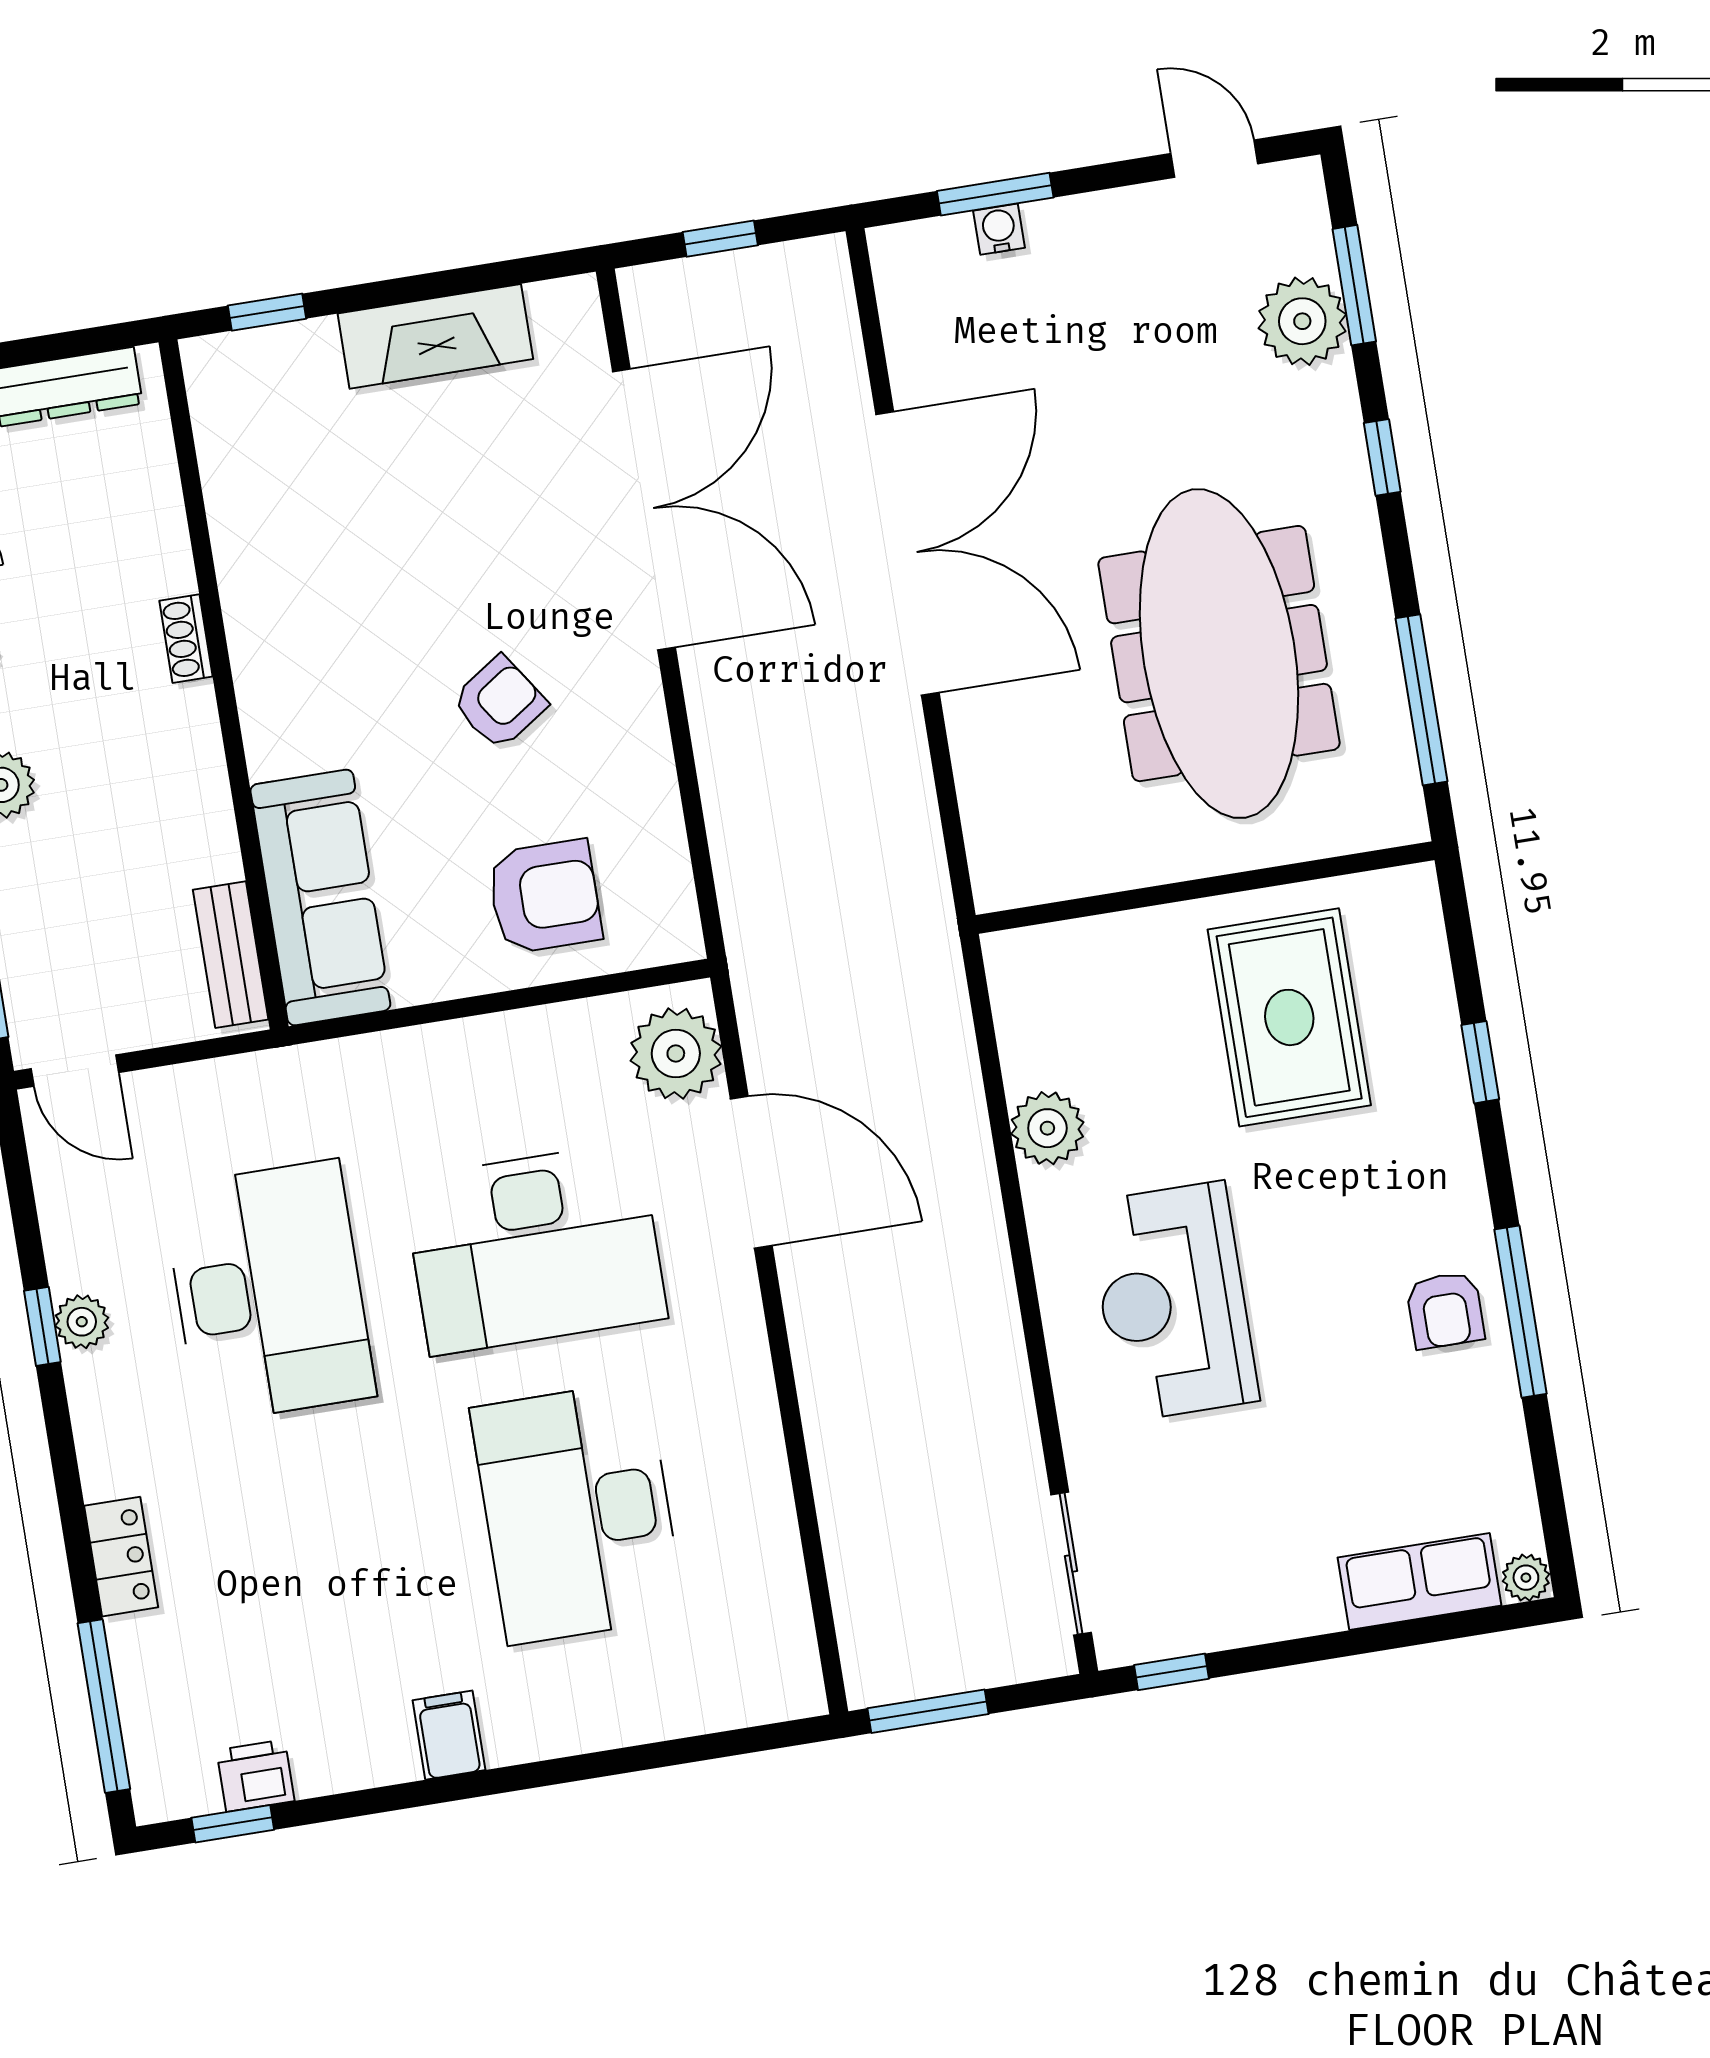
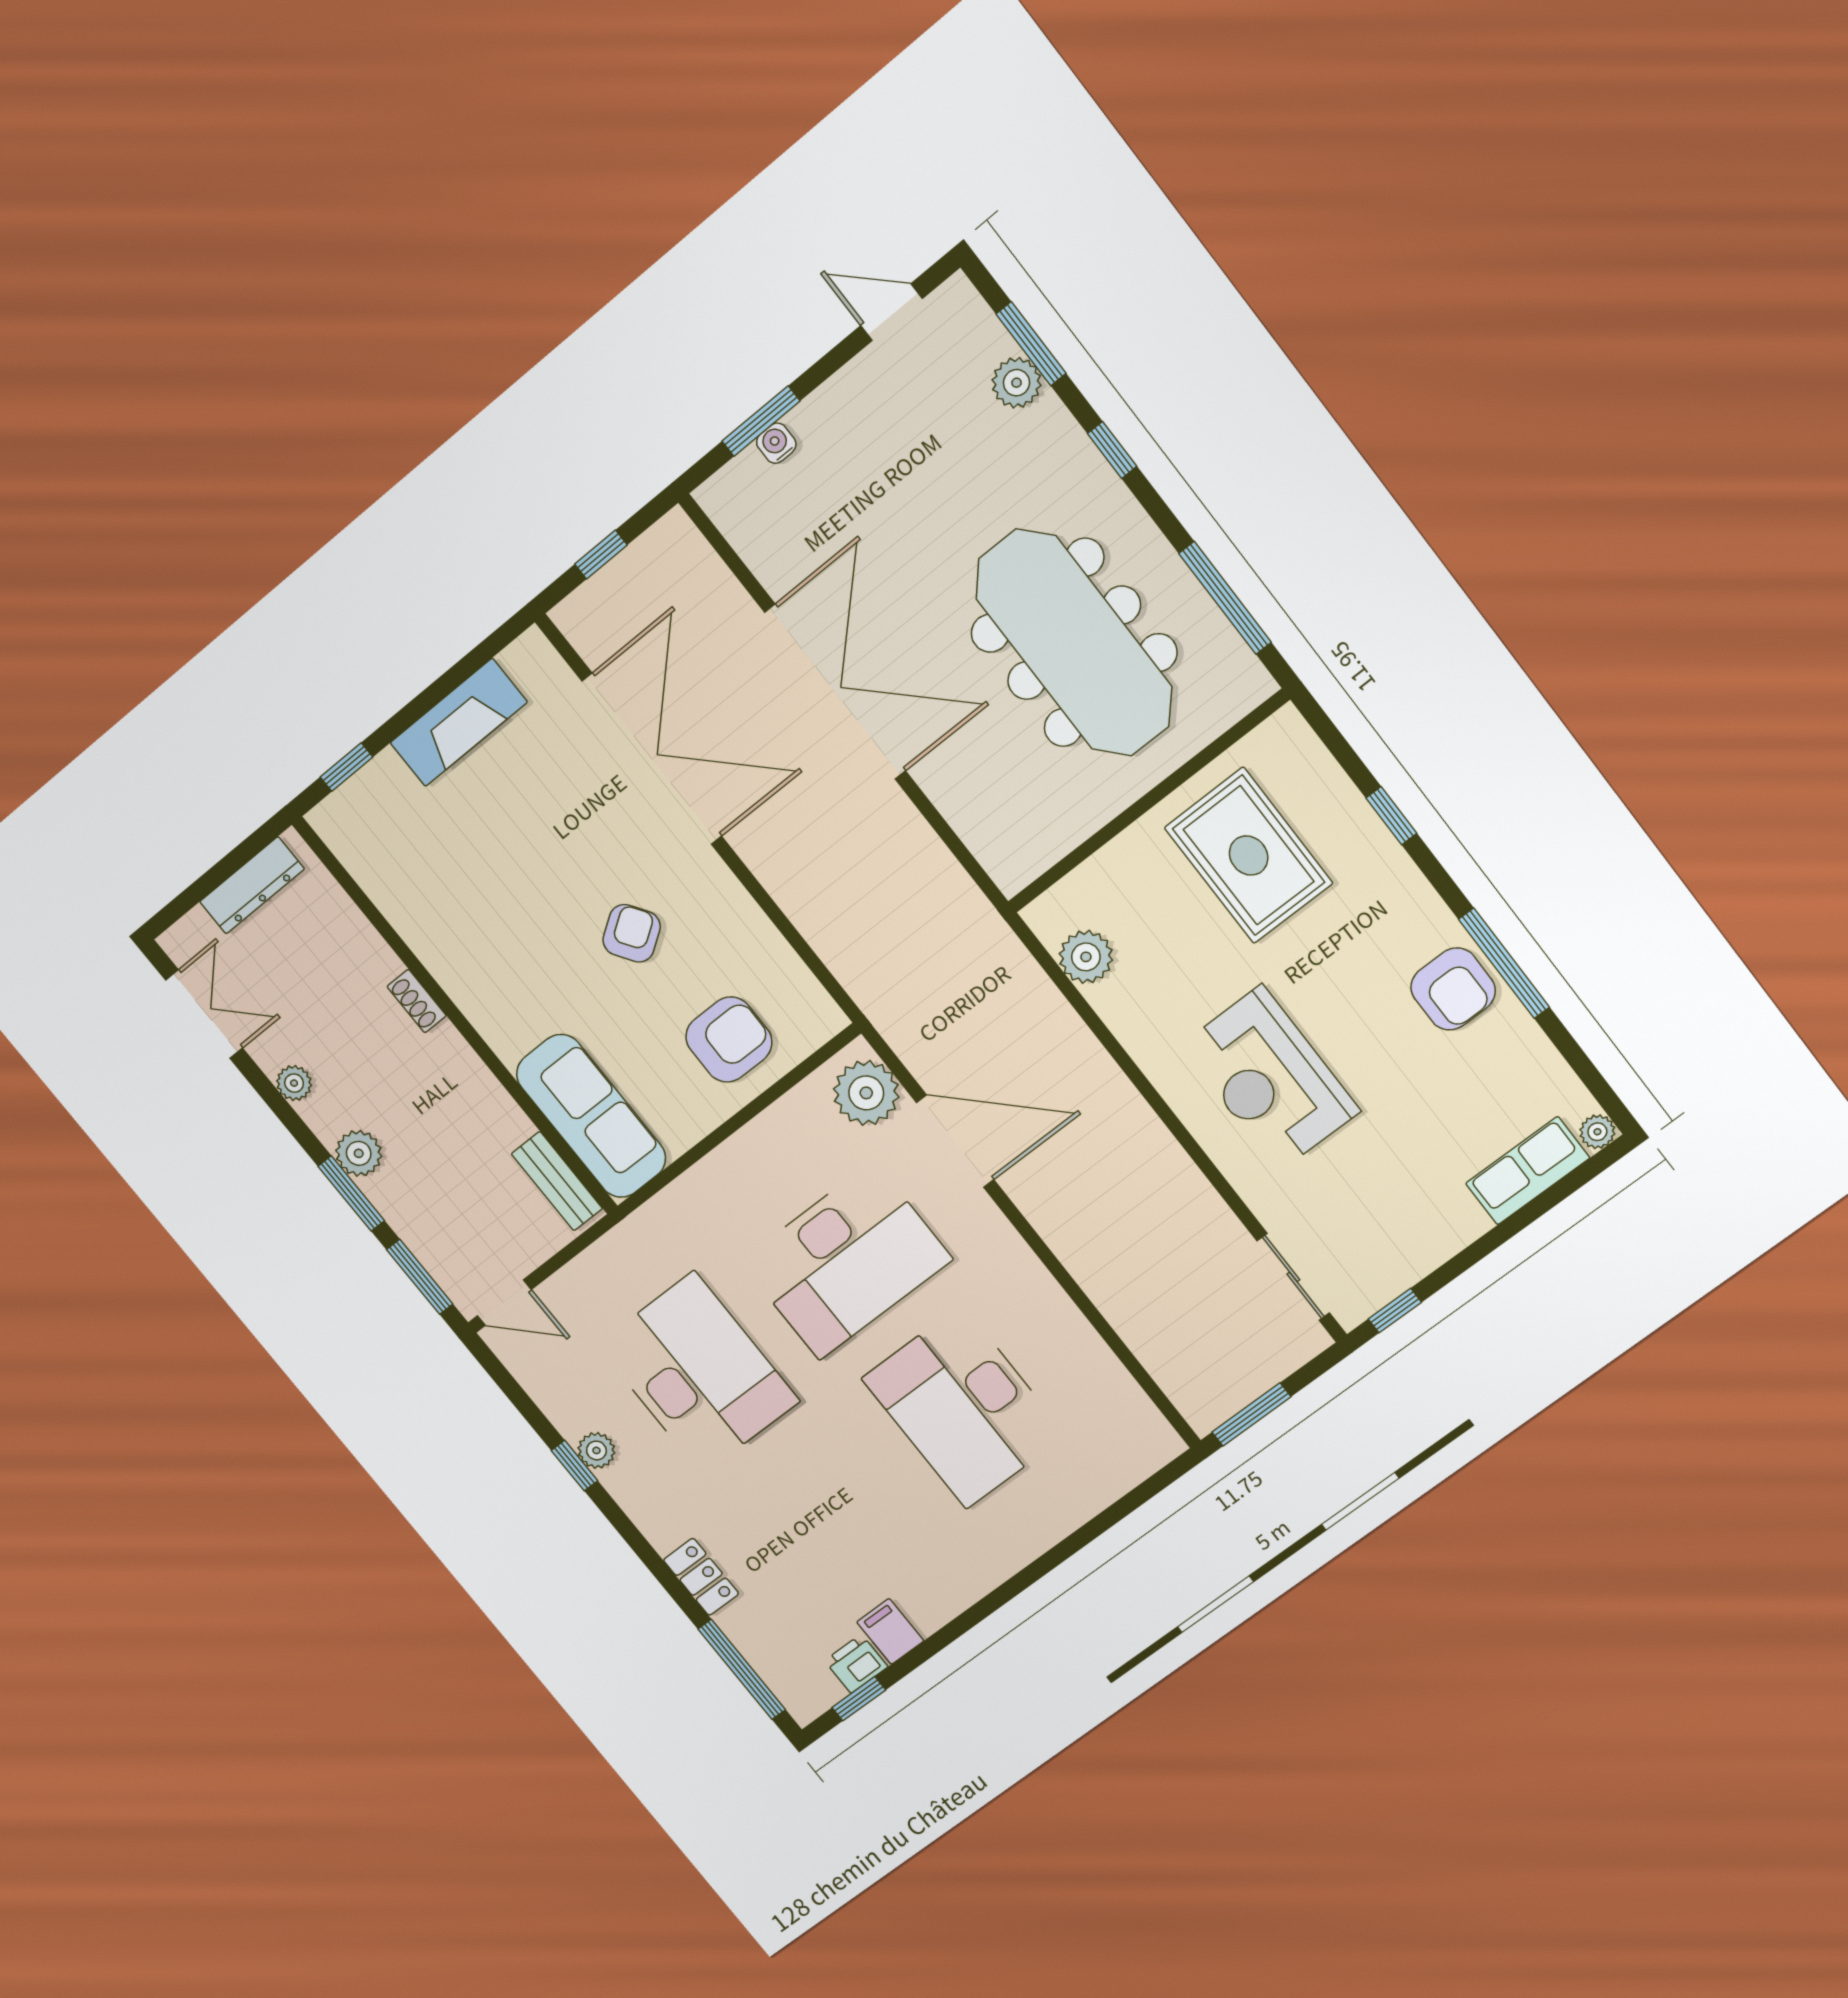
plant: (1302, 321) -> (1017, 383), width x0.73, depth x0.73
plant: (1047, 1128) -> (1086, 957), moved
armchair: (1445, 1310) -> (1453, 989), width x1.38, depth x1.38
filing cabinet: (449, 1735) -> (890, 1631), moved

